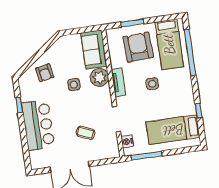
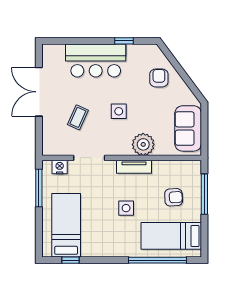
window: (132, 23) -> (204, 194), width x1.44
armchair: (138, 47) -> (174, 197), width x0.53, depth x0.53
sofa: (94, 50) -> (188, 128), moved, turned -90
armchair: (45, 73) -> (159, 78), turned 101
side table: (74, 85) -> (119, 111), moved
window: (199, 111) -> (70, 260), moved

